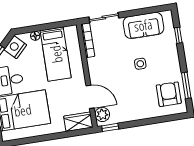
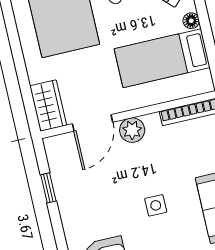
plant: (102, 114) -> (132, 130), moved
window: (110, 127) -> (48, 188), moved

